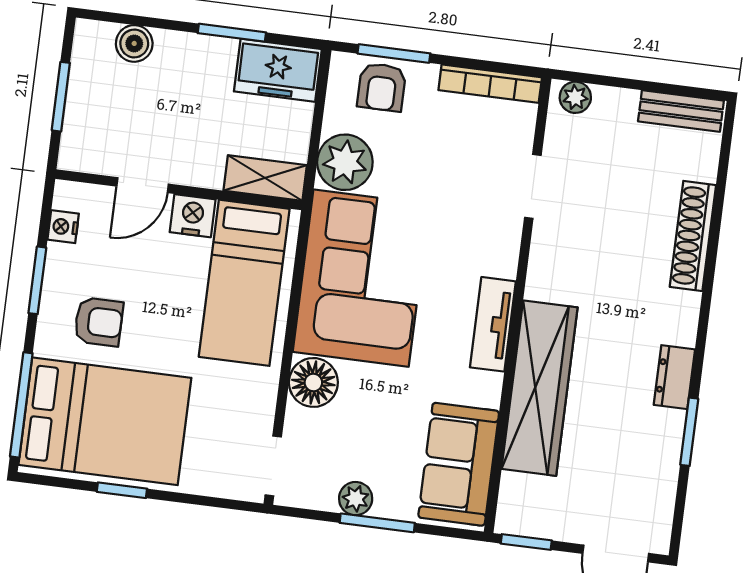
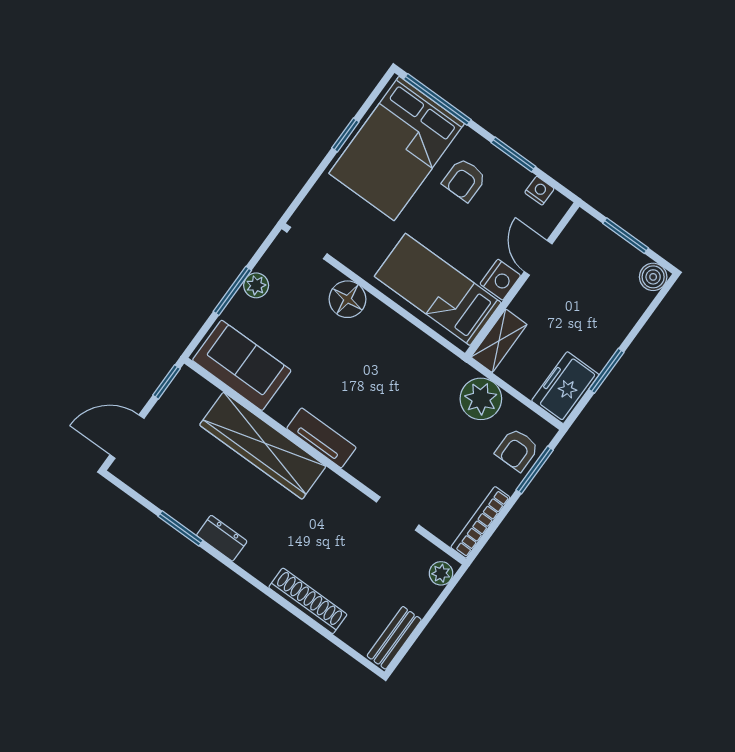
boiler: (134, 43) -> (653, 277), moved
armchair: (382, 87) -> (517, 450), turned -90
corner sofa: (361, 278) -> (399, 368), removed

